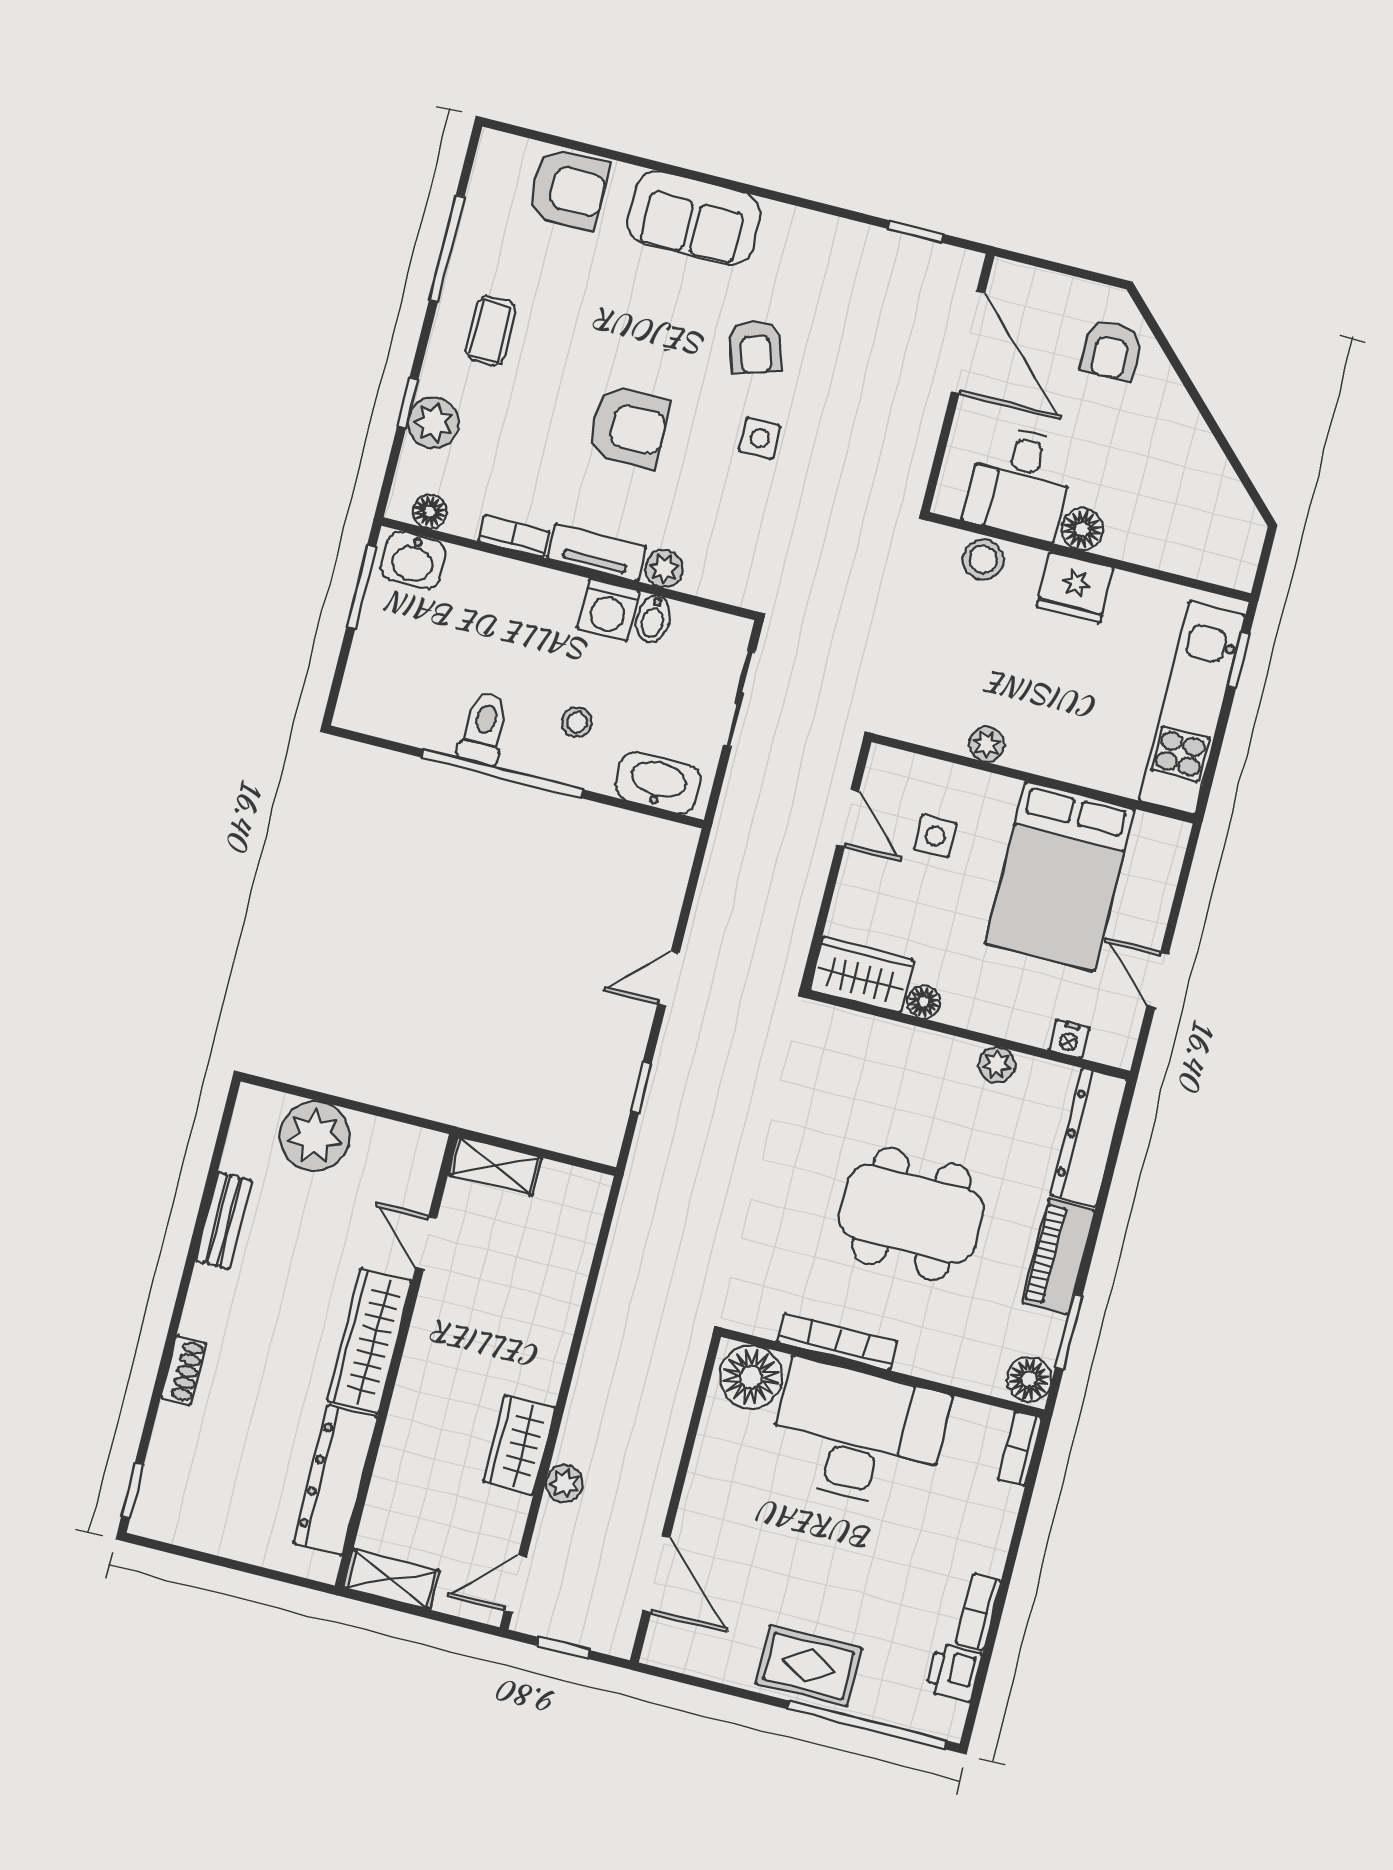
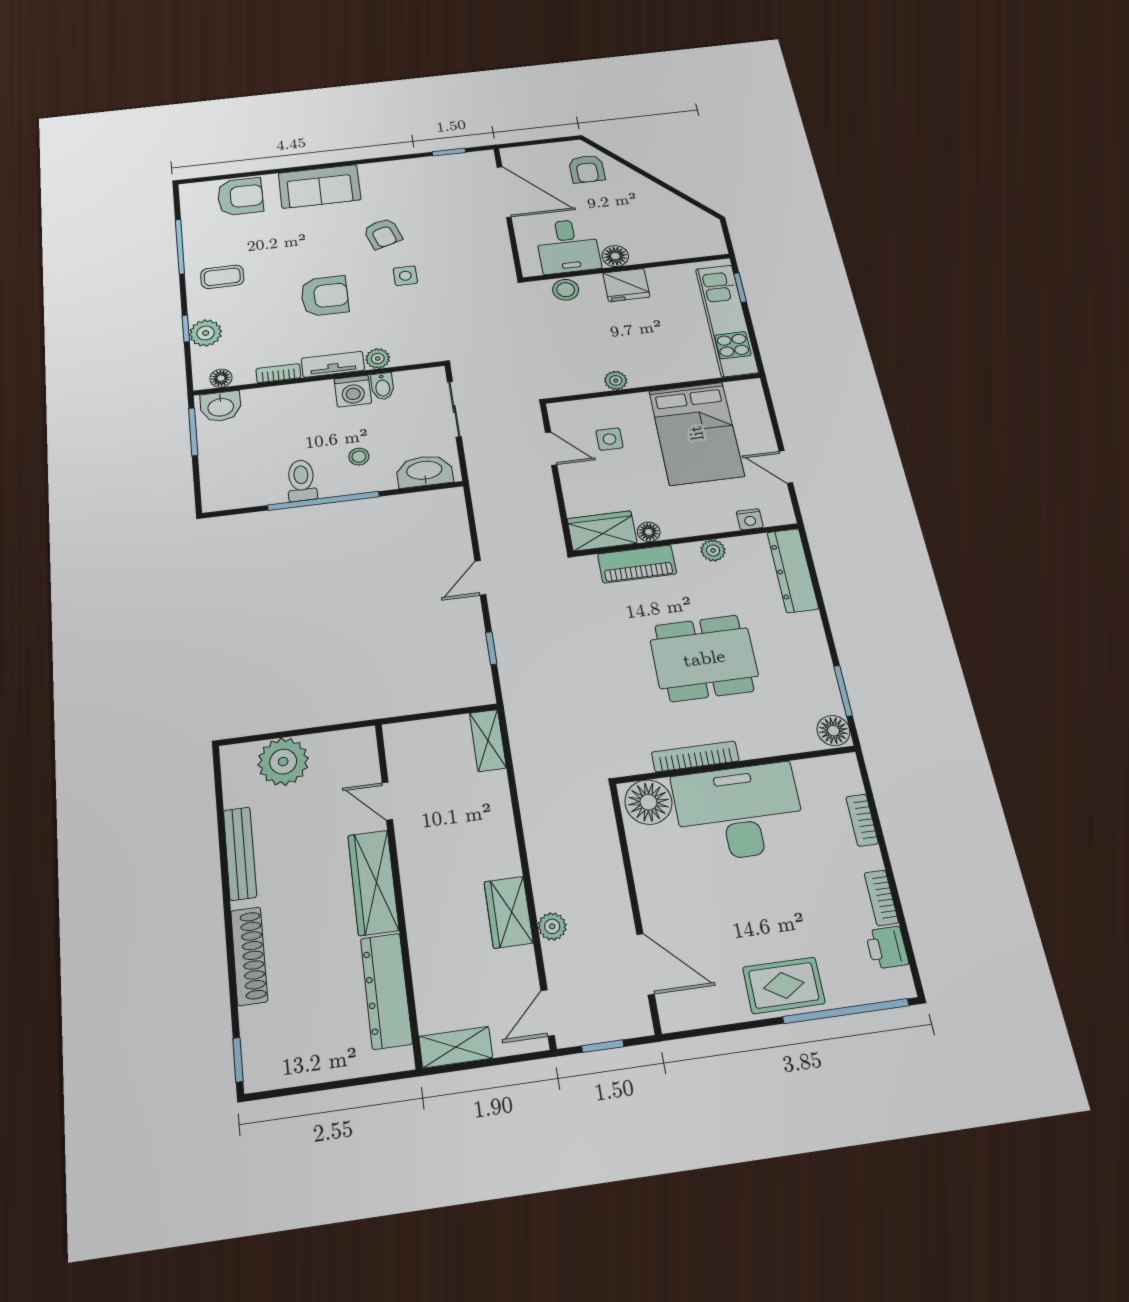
coffee table: (491, 331) -> (222, 277), turned 90
shelving: (495, 1166) -> (488, 740), moved, turned 90
bench: (224, 1221) -> (240, 853), width x1.36
piano: (1058, 1257) -> (637, 564), moved, turned -90
shoe rack: (184, 1370) -> (249, 956), width x1.94, depth x1.24
bookcase: (1020, 1449) -> (862, 820), moved

